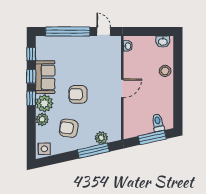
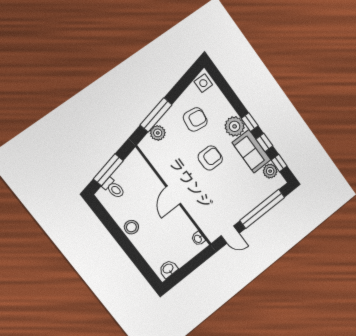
stool: (165, 71) -> (131, 227), moved
plant: (42, 119) -> (270, 171), moved

